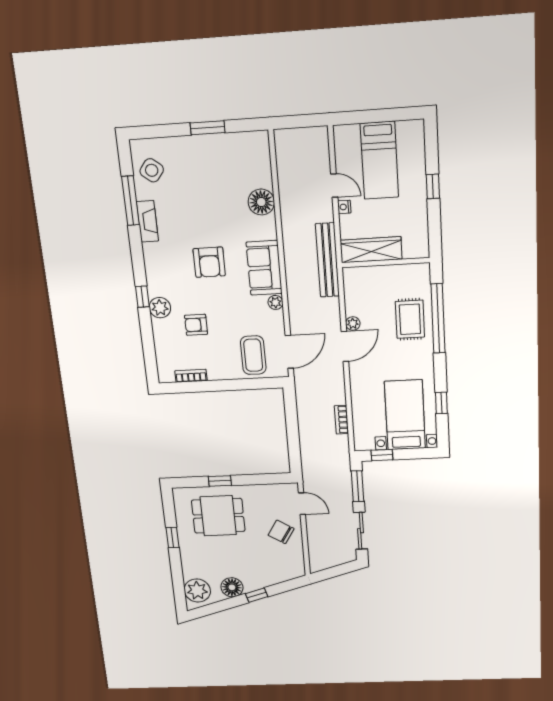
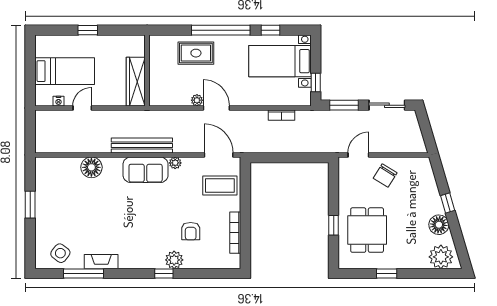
nightstand: (344, 207) -> (59, 101), moved
bench: (327, 260) -> (142, 145), moved
armchair: (209, 262) -> (138, 214), removed
window: (438, 319) -> (221, 30), moved
bookcase: (191, 376) -> (235, 233), width x1.56

